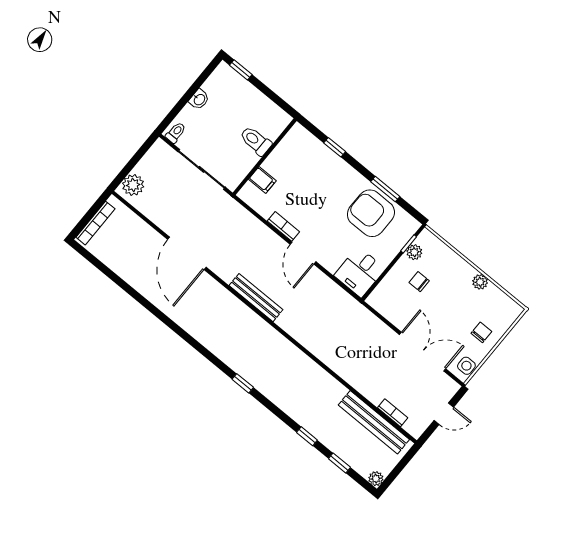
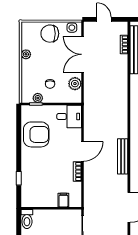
toilet: (256, 141) -> (27, 219), moved
window: (385, 189) -> (19, 137), removed
armchair: (371, 213) -> (36, 134), turned -90
plant: (394, 313) -> (75, 84), added
chair: (481, 332) -> (50, 34), width x1.87, depth x1.87

